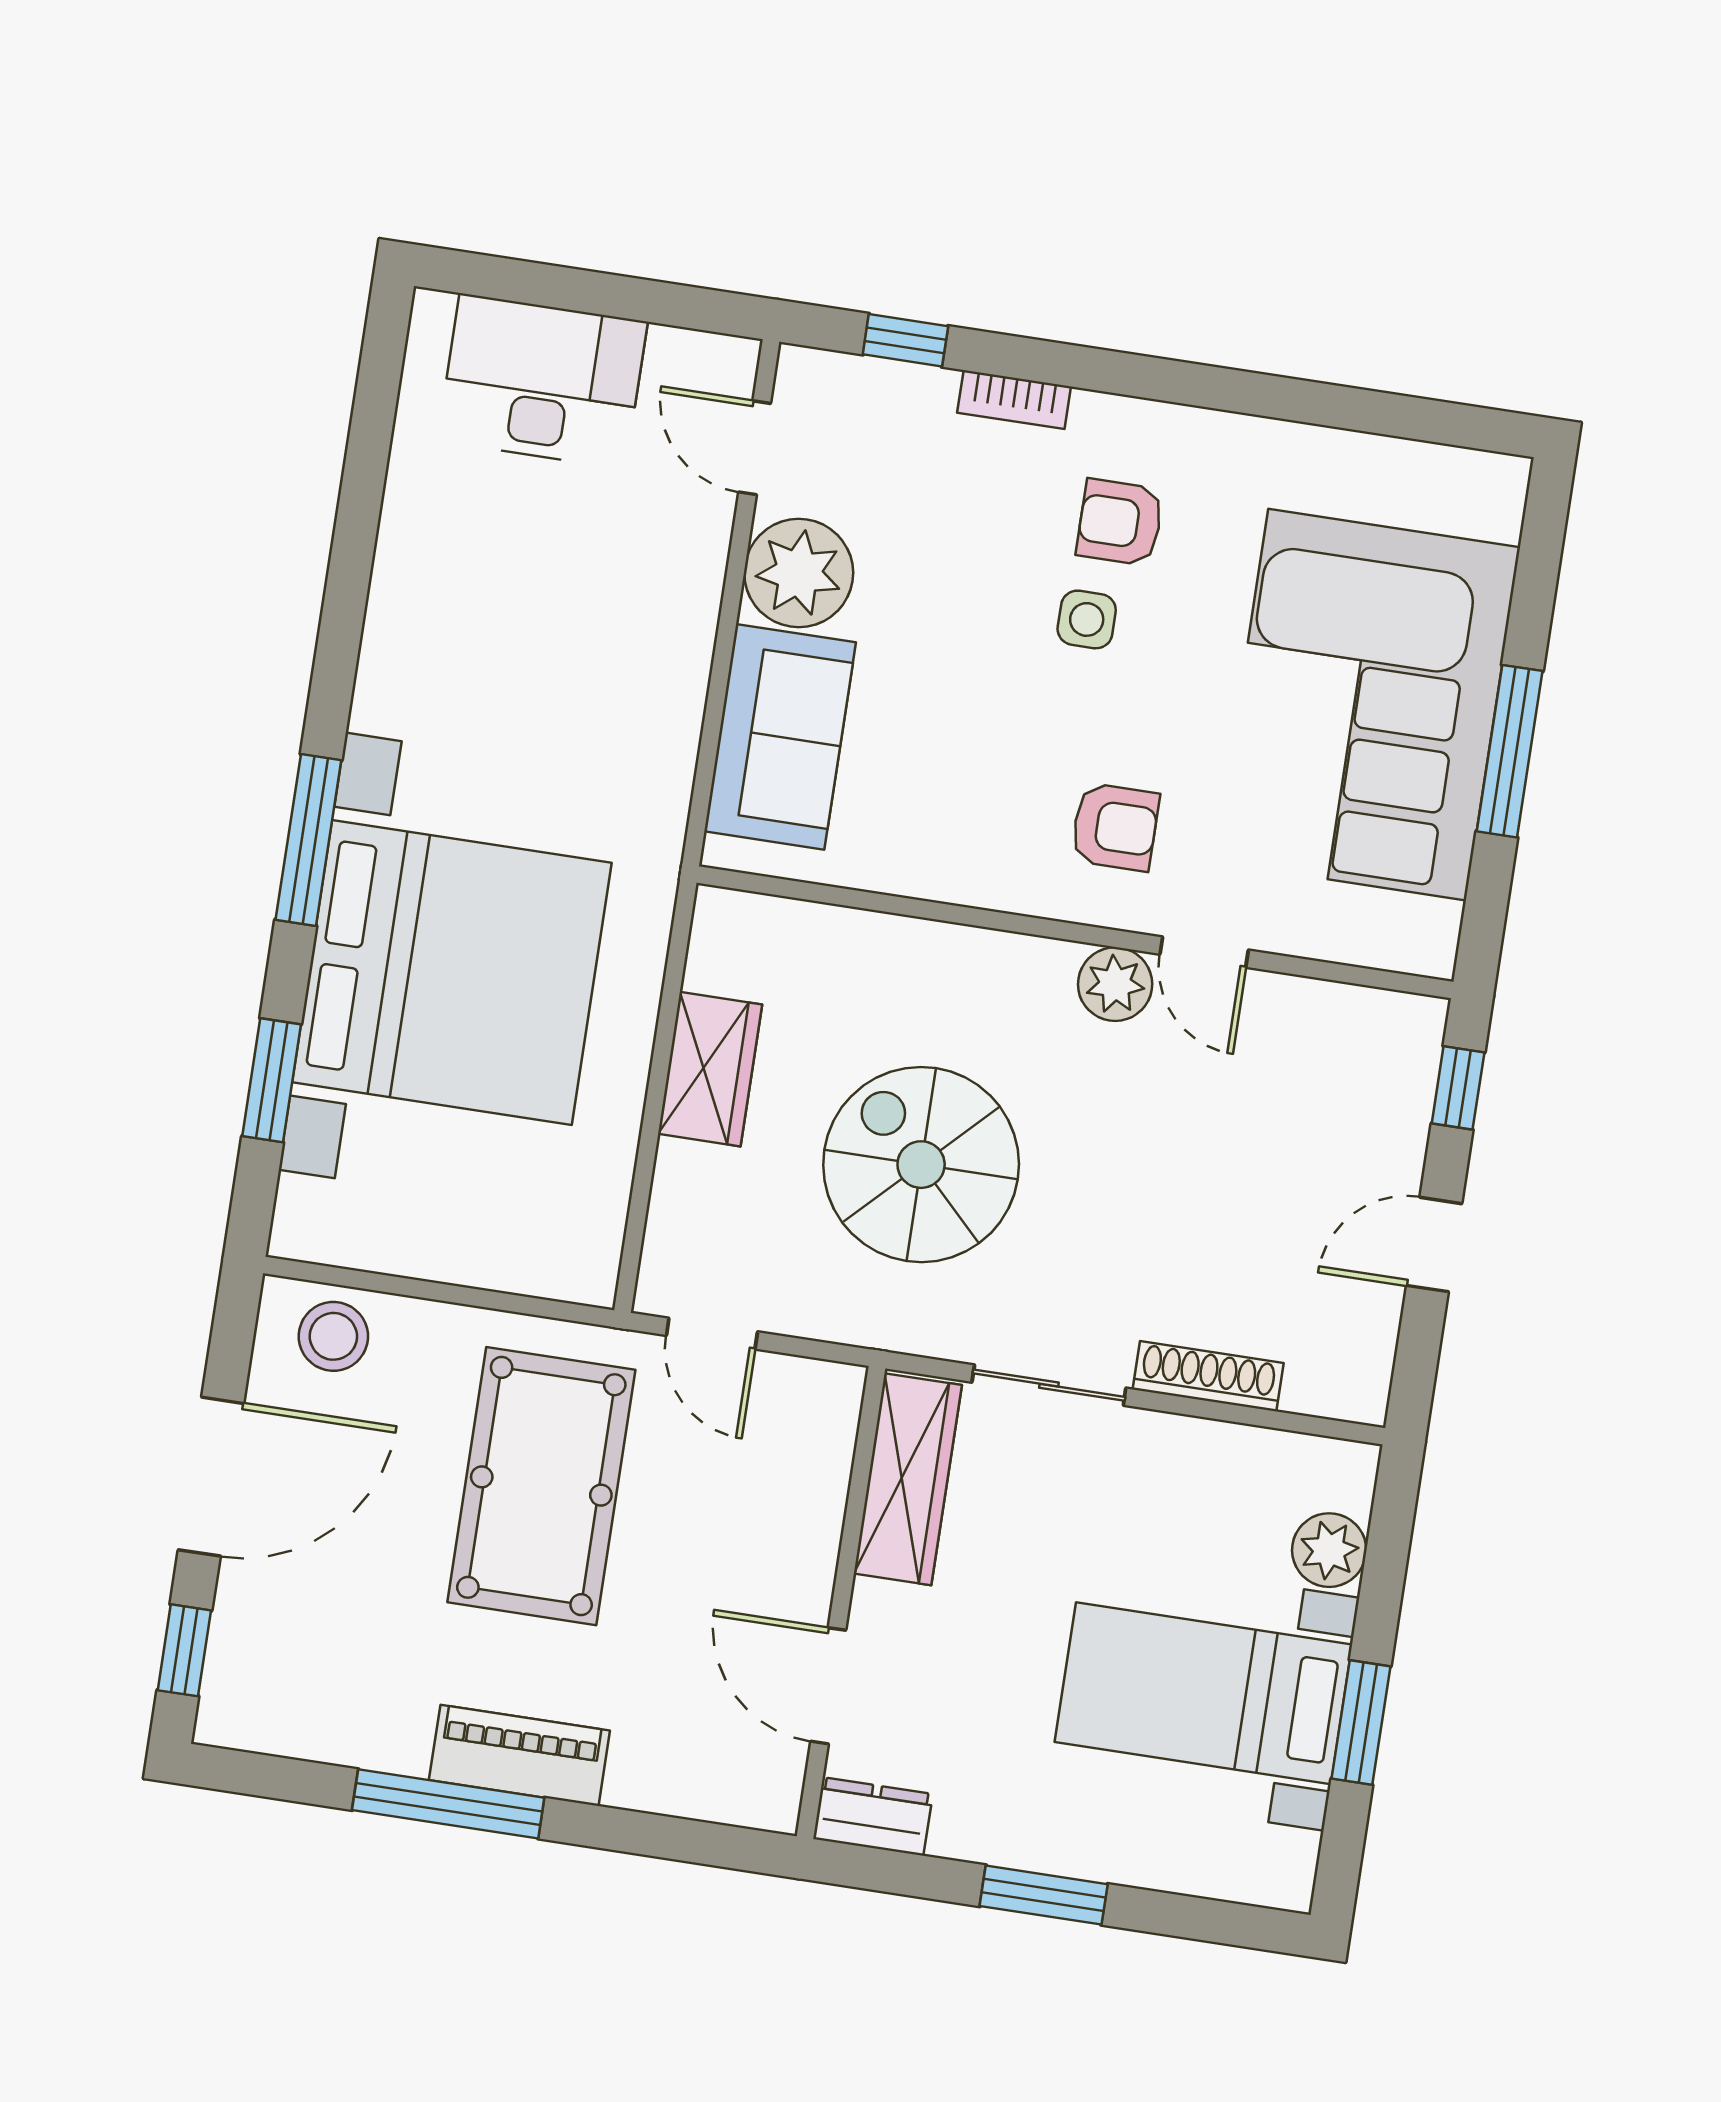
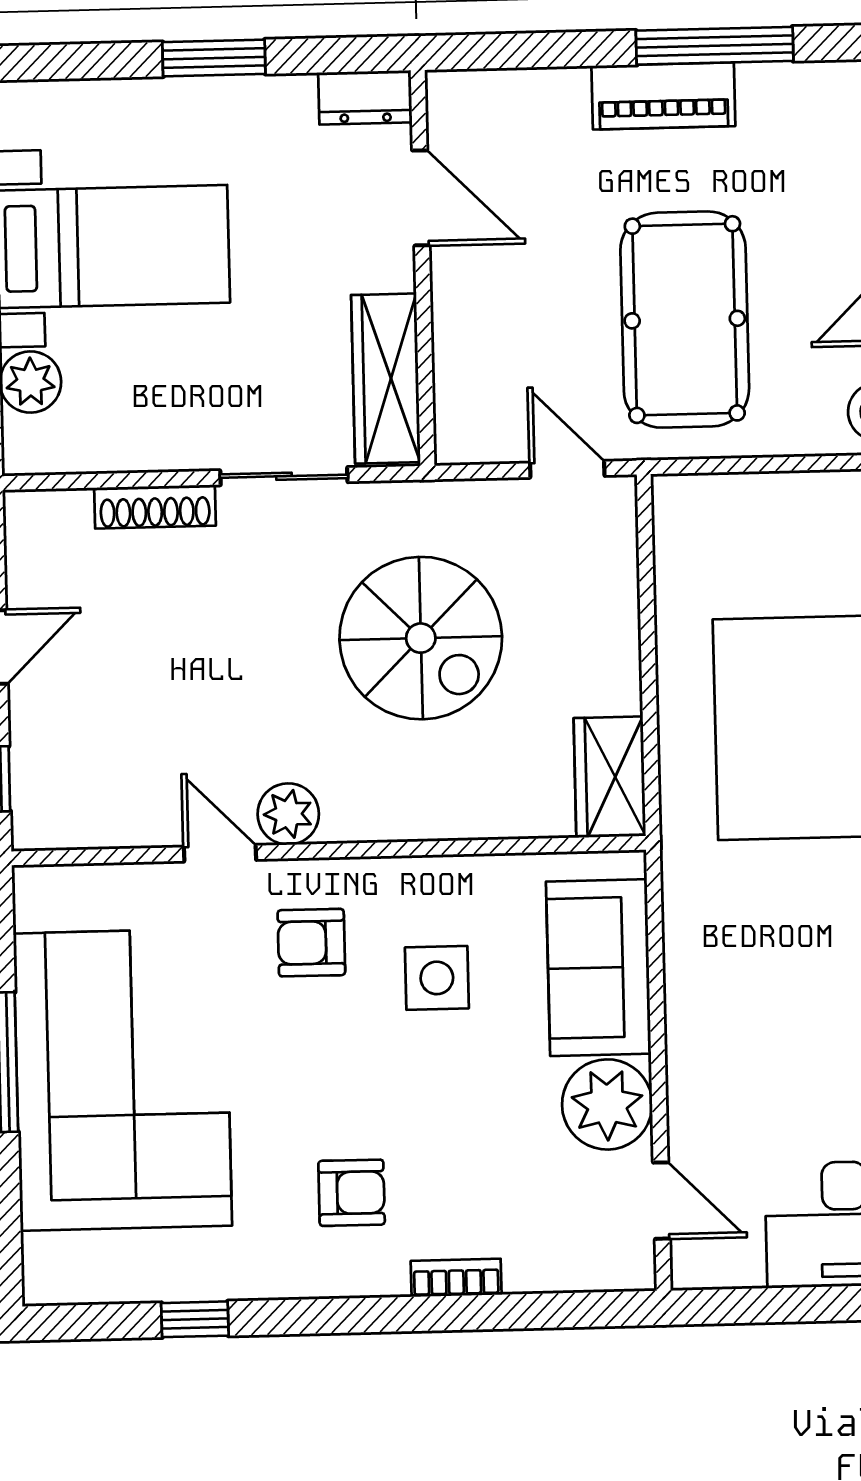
window: (905, 340) -> (195, 1319), moved
side table: (1087, 619) -> (437, 978), moved, width x1.37, depth x1.37
wardrobe: (710, 1069) -> (610, 777), moved

